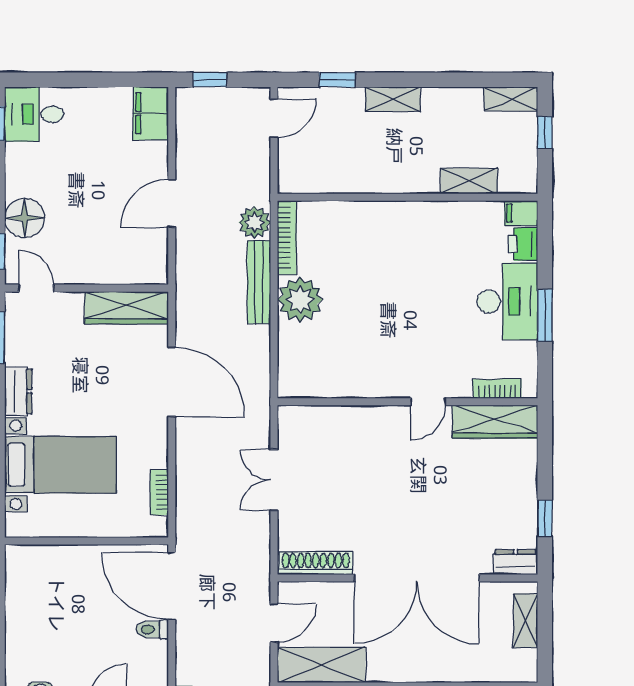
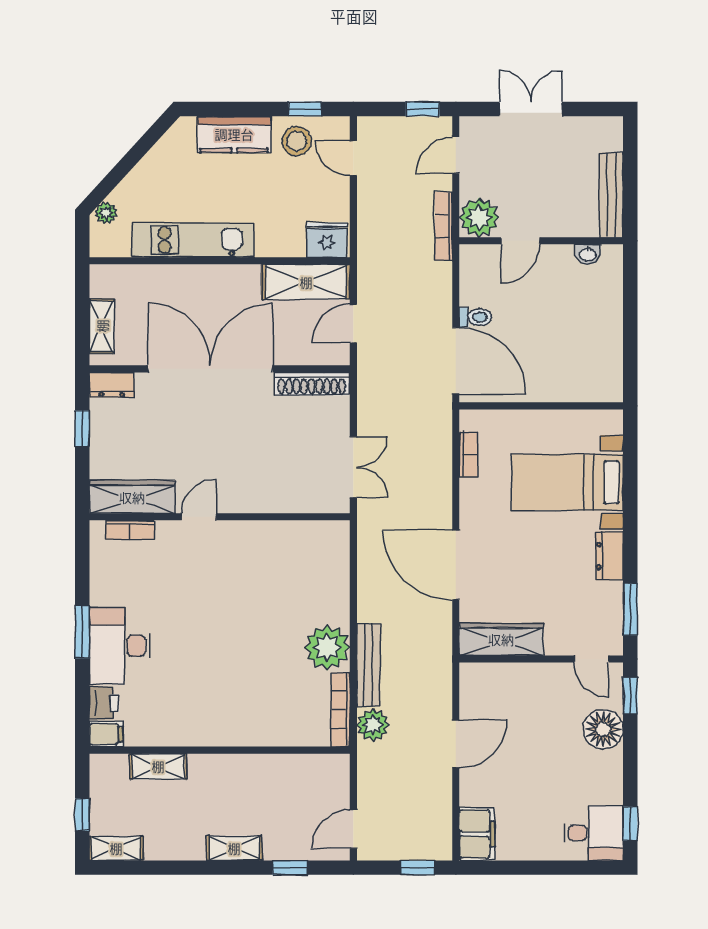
bookcase: (497, 389) -> (130, 530), moved
wall: (408, 402) -> (220, 517), moved
door: (428, 402) -> (199, 517), moved
wardrobe: (495, 422) -> (132, 497), moved

